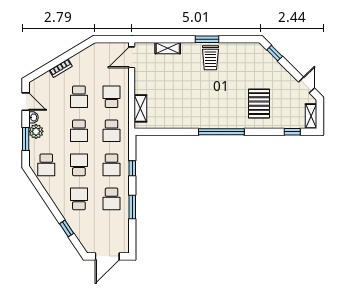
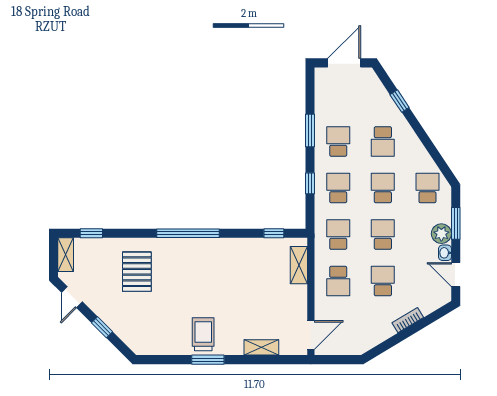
window: (275, 53) -> (102, 327), moved
window: (159, 132) -> (274, 233), added
school desk: (79, 165) -> (383, 188), turned 180

